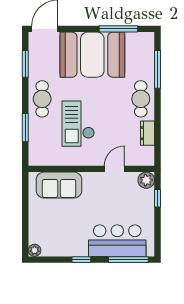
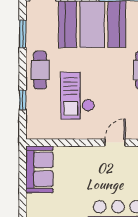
window: (25, 128) -> (23, 100), width x0.67
sofa: (59, 185) -> (39, 169), moved, turned -90

